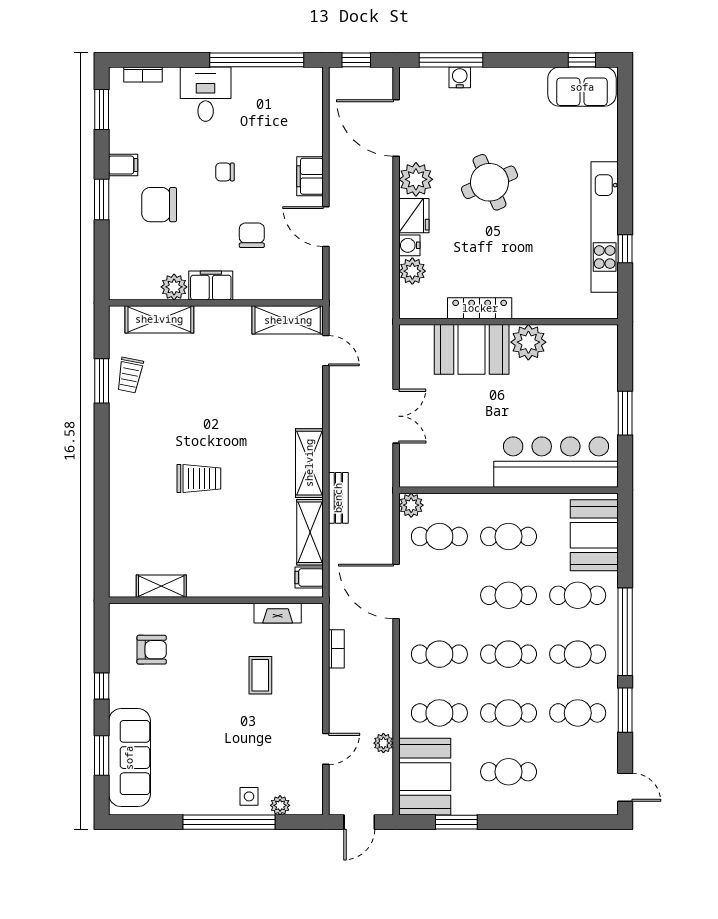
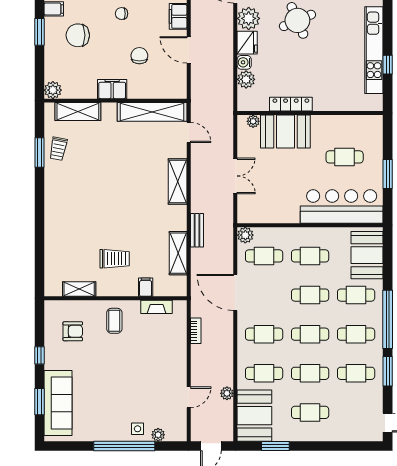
plant: (174, 287) -> (53, 90), moved
shelving: (288, 320) -> (152, 112), width x1.47
plant: (528, 342) -> (253, 121), moved, width x0.53, depth x0.53
cafe table: (560, 388) -> (345, 157), added
shelving: (309, 463) -> (178, 182), moved
trolley: (199, 478) -> (115, 259), moved
filing cabinet: (309, 578) -> (146, 287), moved, turned 90
coffee table: (260, 675) -> (114, 321), moved

